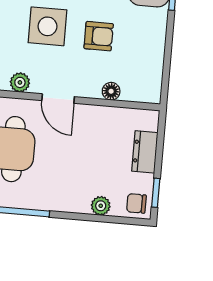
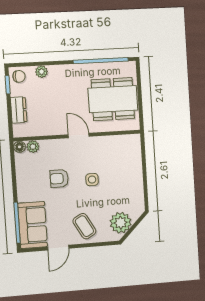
side table: (47, 26) -> (92, 180), width x0.54, depth x0.54
plant: (20, 82) -> (33, 147), moved
floor lamp: (111, 91) -> (19, 147), moved

